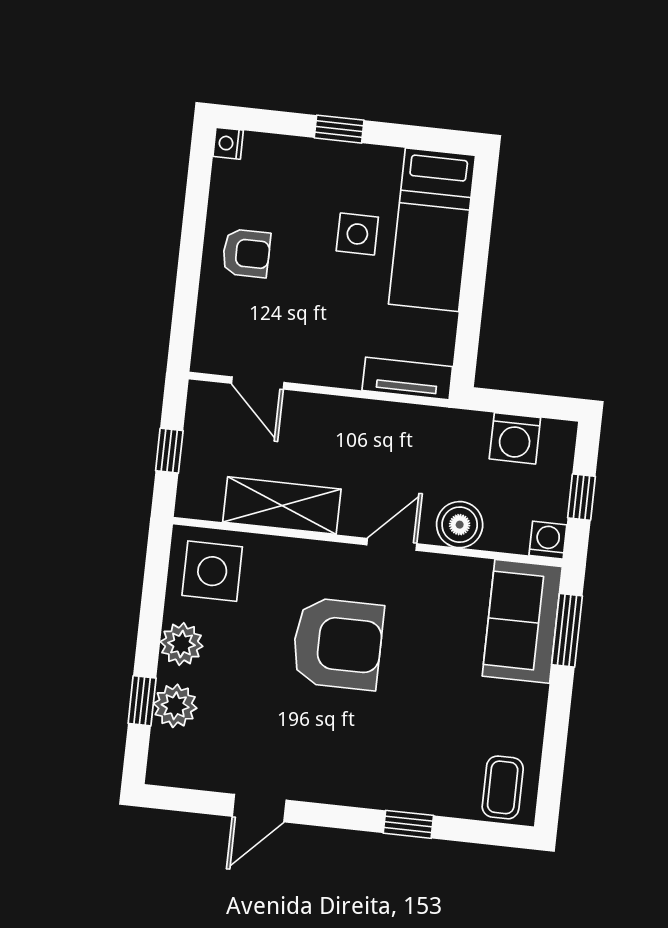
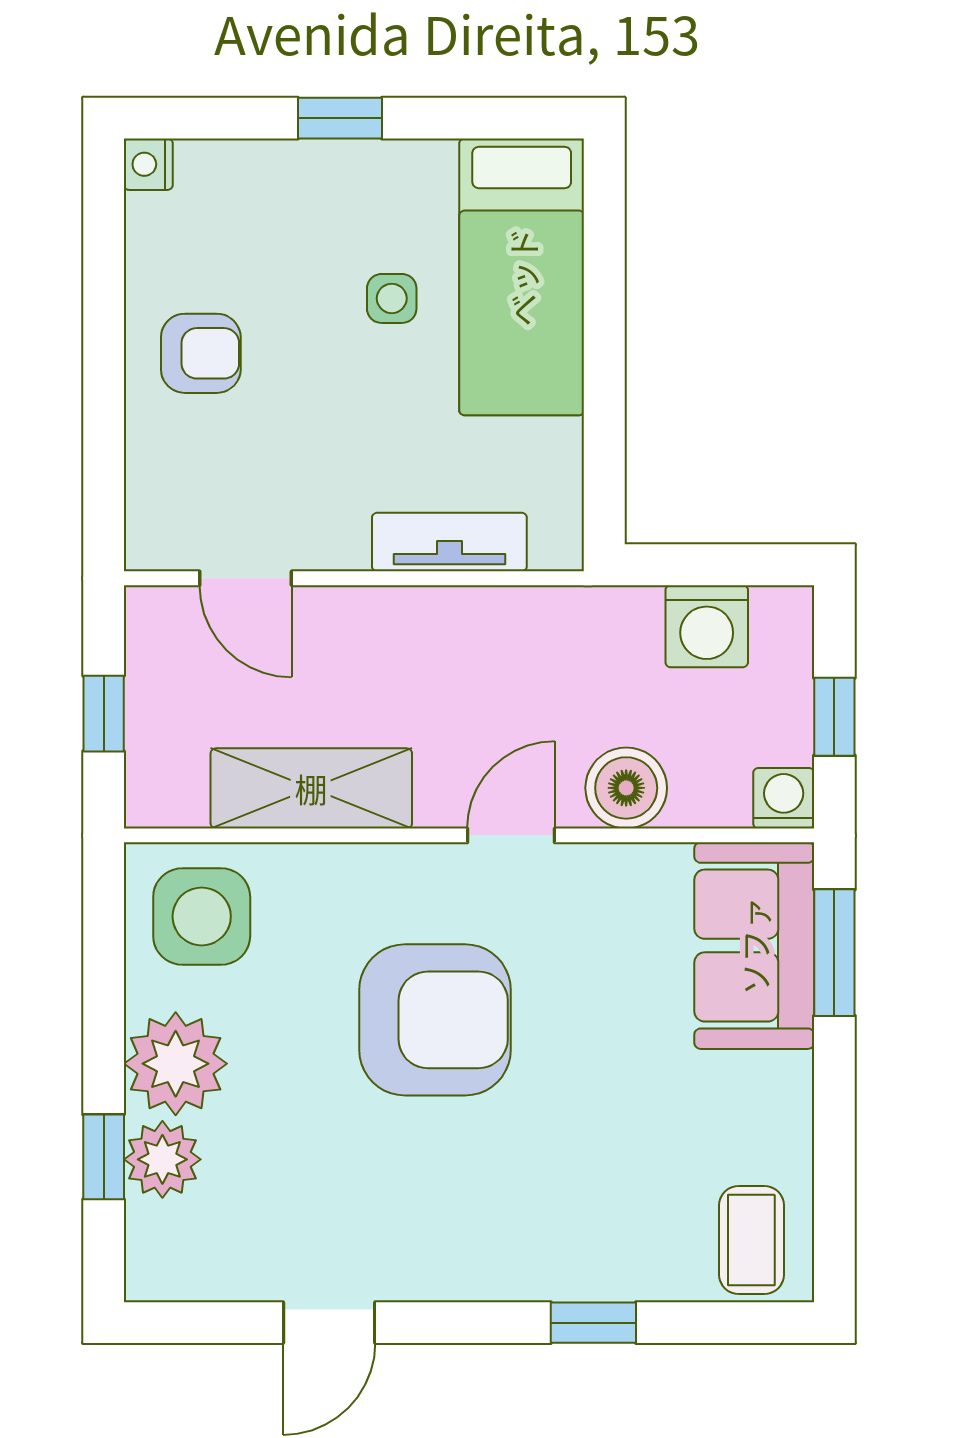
side table: (357, 234) -> (392, 298), width x0.73, depth x0.73
tv unit: (407, 378) -> (449, 542), moved
plant: (181, 644) -> (176, 1064), width x1.36, depth x1.36

